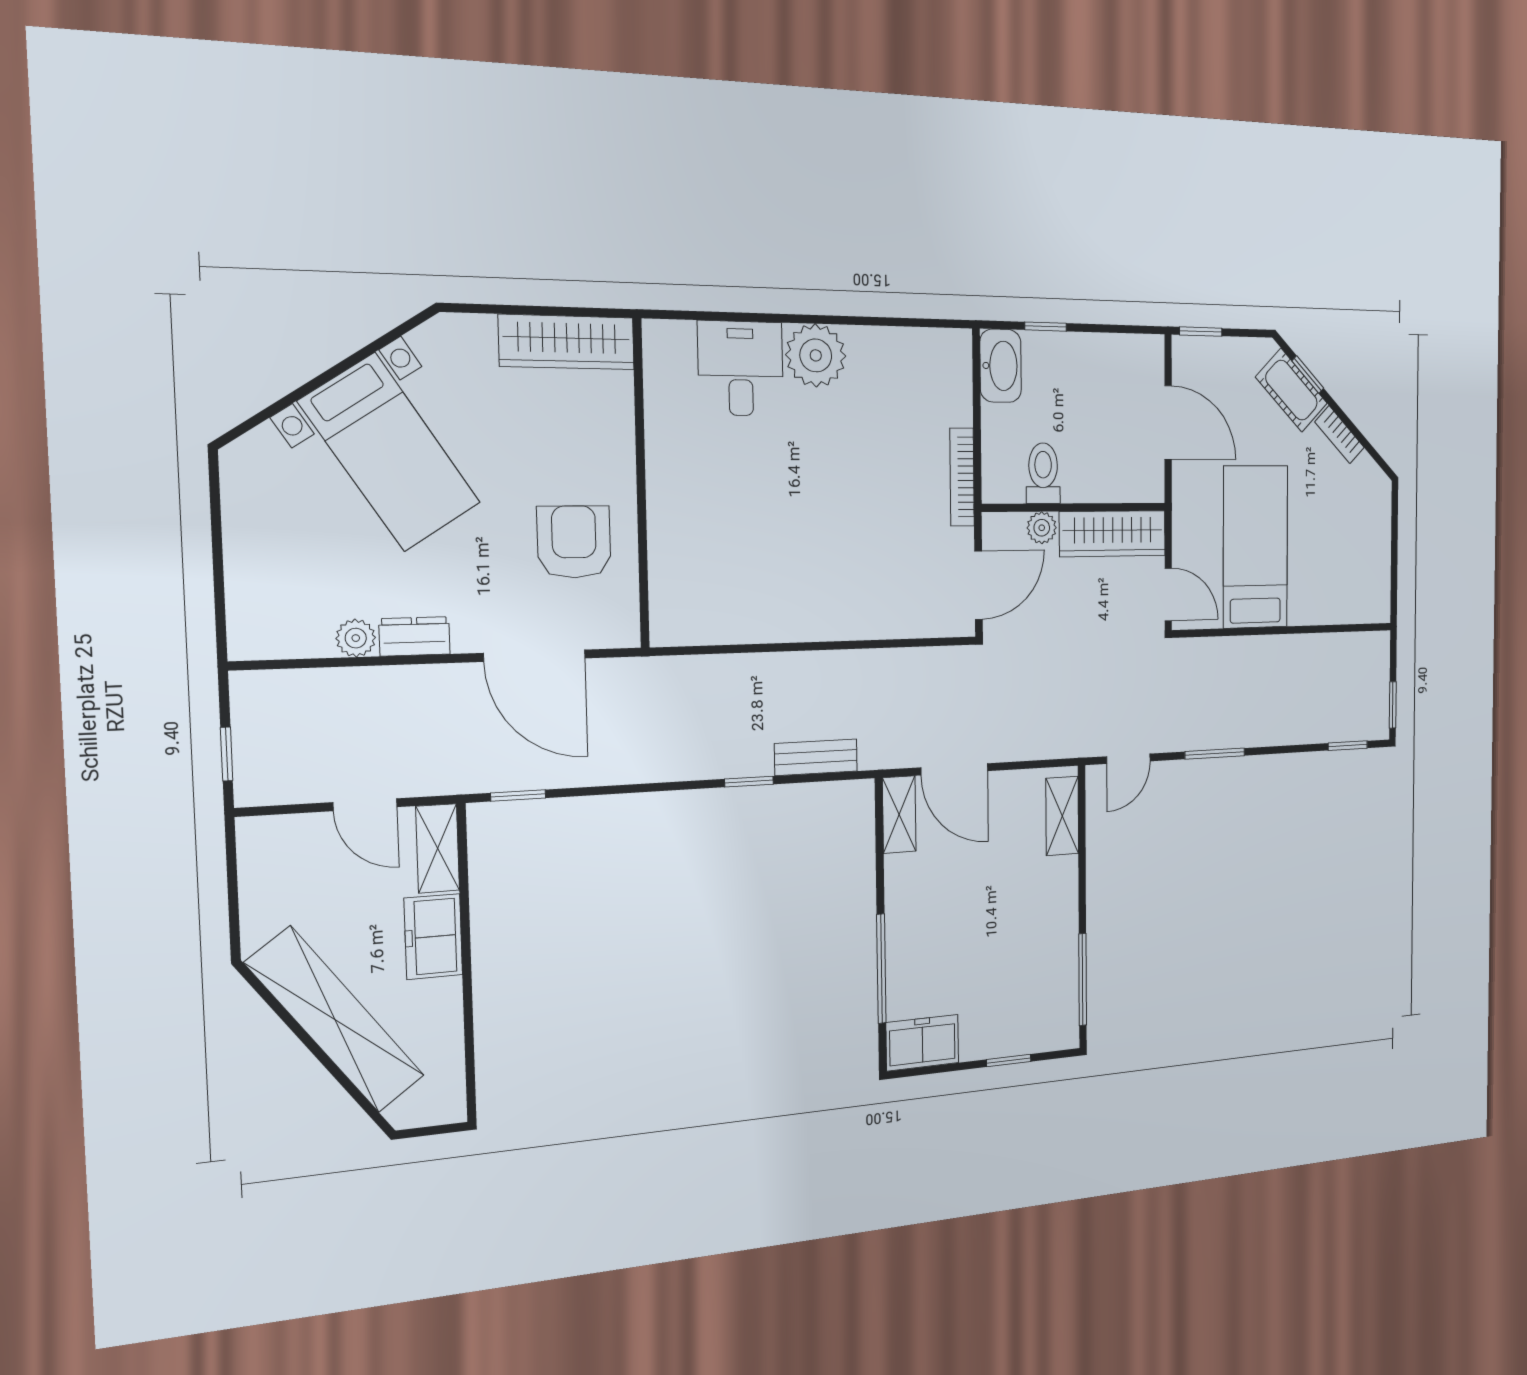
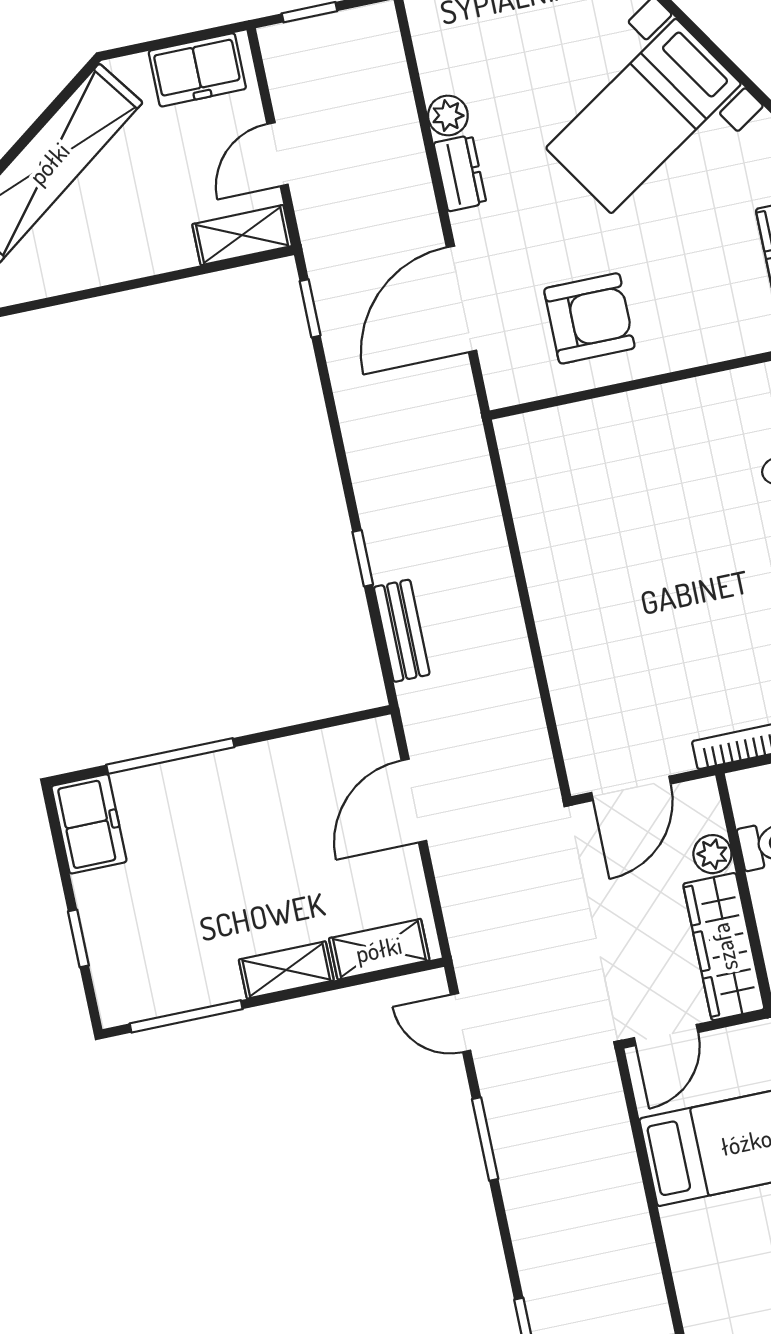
door: (979, 585) -> (631, 788), hinge flipped
shelving: (899, 815) -> (286, 970), moved
freezer: (433, 937) -> (197, 70), moved, turned 180

